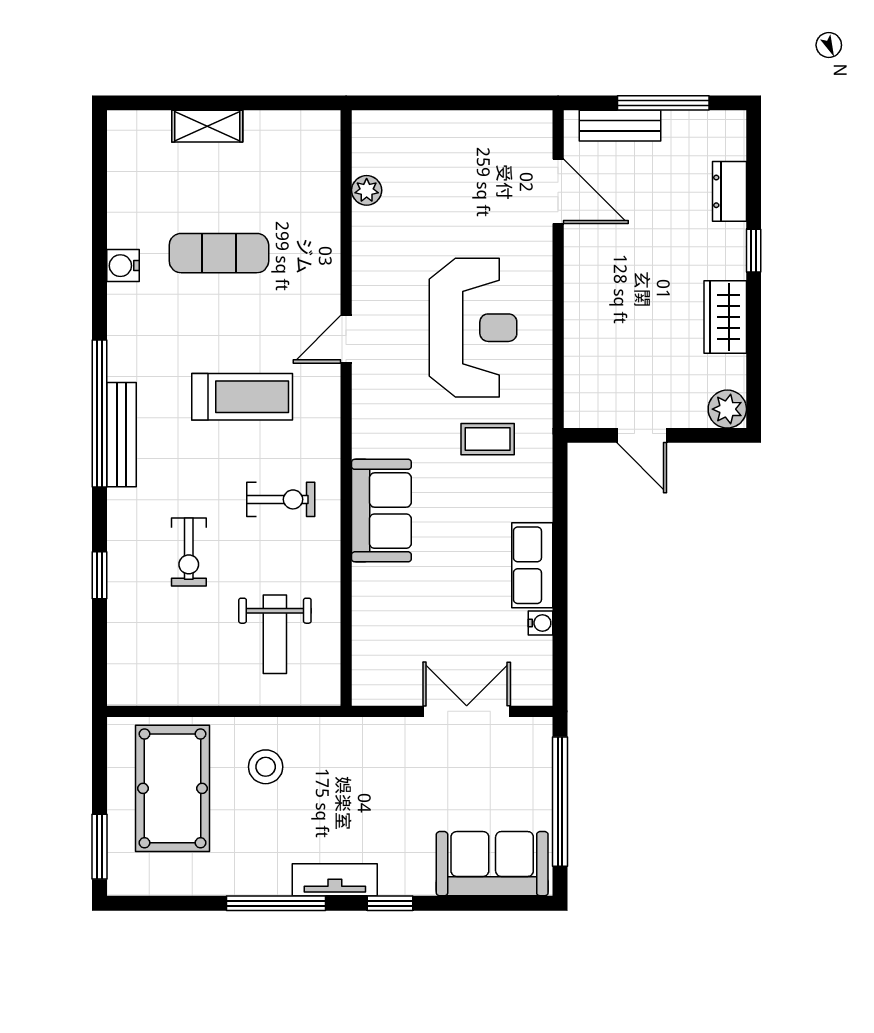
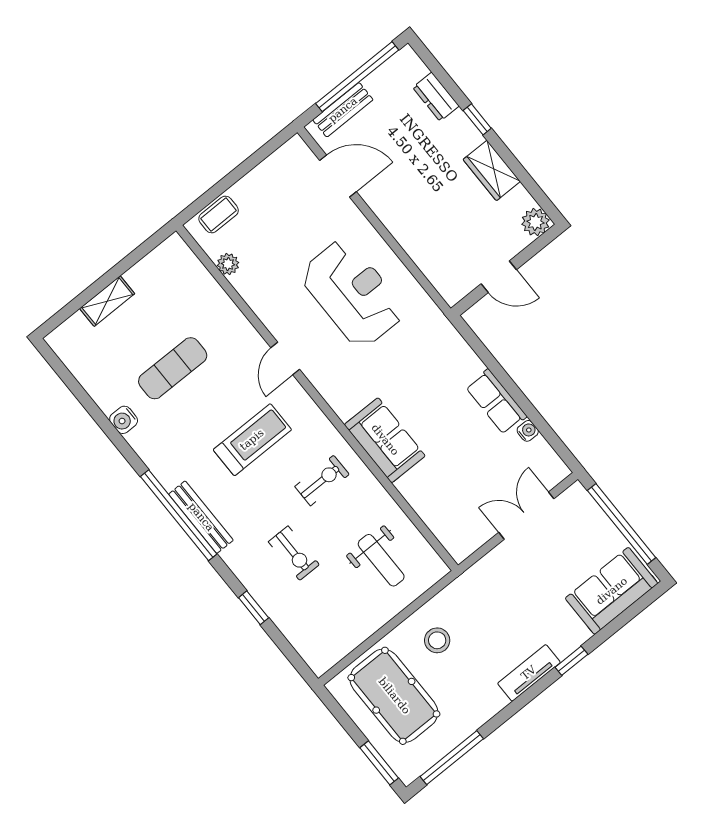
window: (663, 103) -> (357, 77), width x1.46
coffee table: (488, 439) -> (219, 214), moved
window: (276, 903) -> (452, 758), moved

